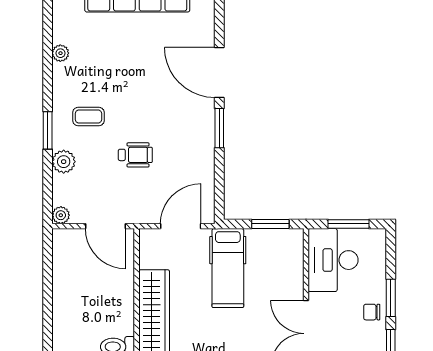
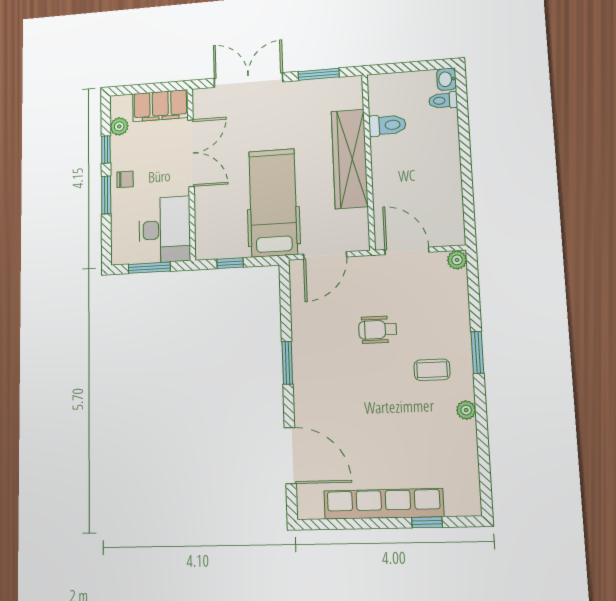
plant: (60, 53) -> (466, 410), moved
door: (219, 73) -> (290, 456), moved
plant: (64, 162) -> (457, 319), removed
window: (270, 224) -> (230, 263), width x0.67
hospital bed: (228, 268) -> (273, 203), width x1.37, depth x1.29

